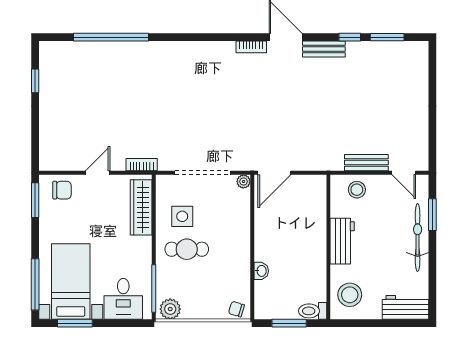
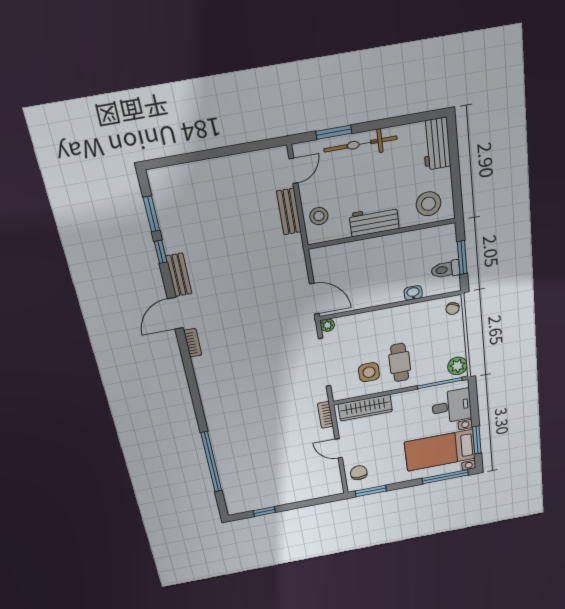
toilet: (313, 311) -> (445, 269), moved, turned 90

